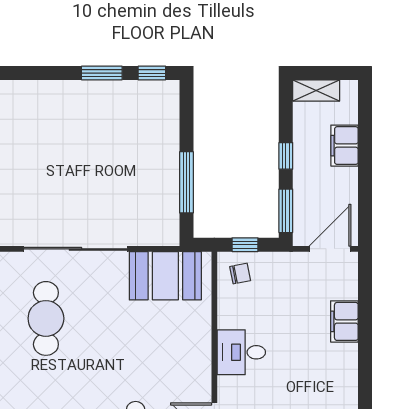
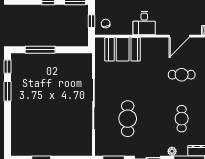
window: (186, 182) -> (40, 50), moved
booth: (165, 276) -> (123, 49), moved, turned 90
cafe table: (46, 318) -> (128, 119), turned 90

